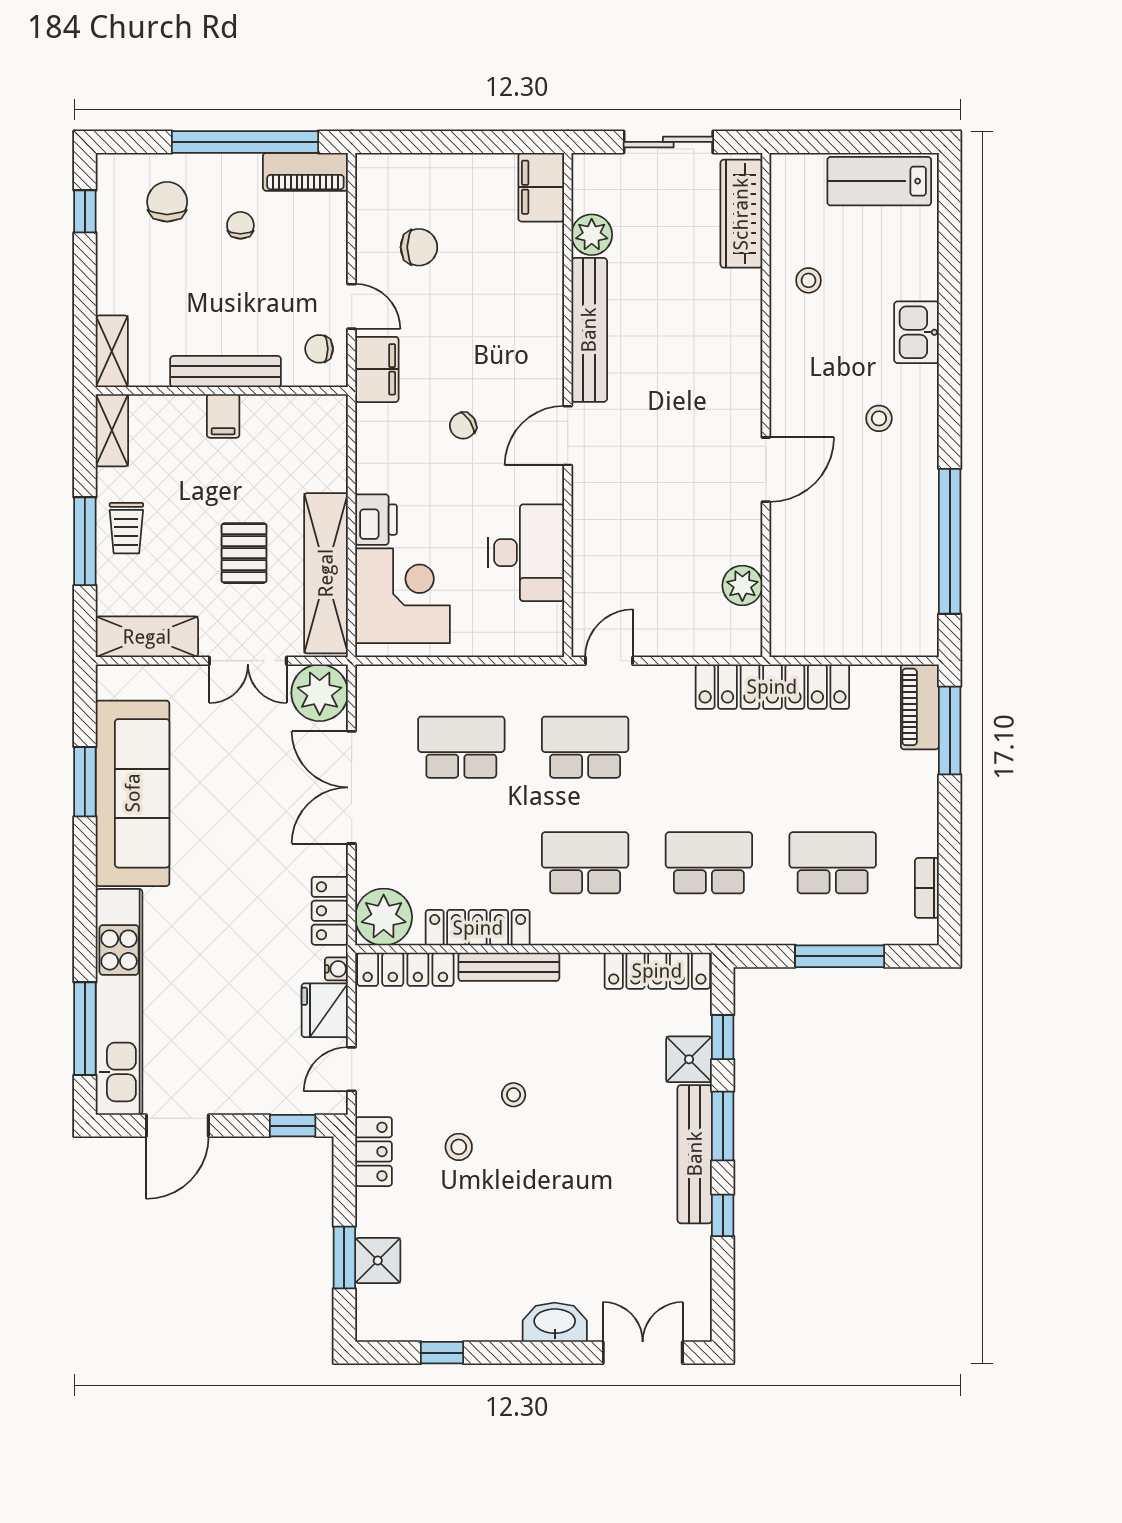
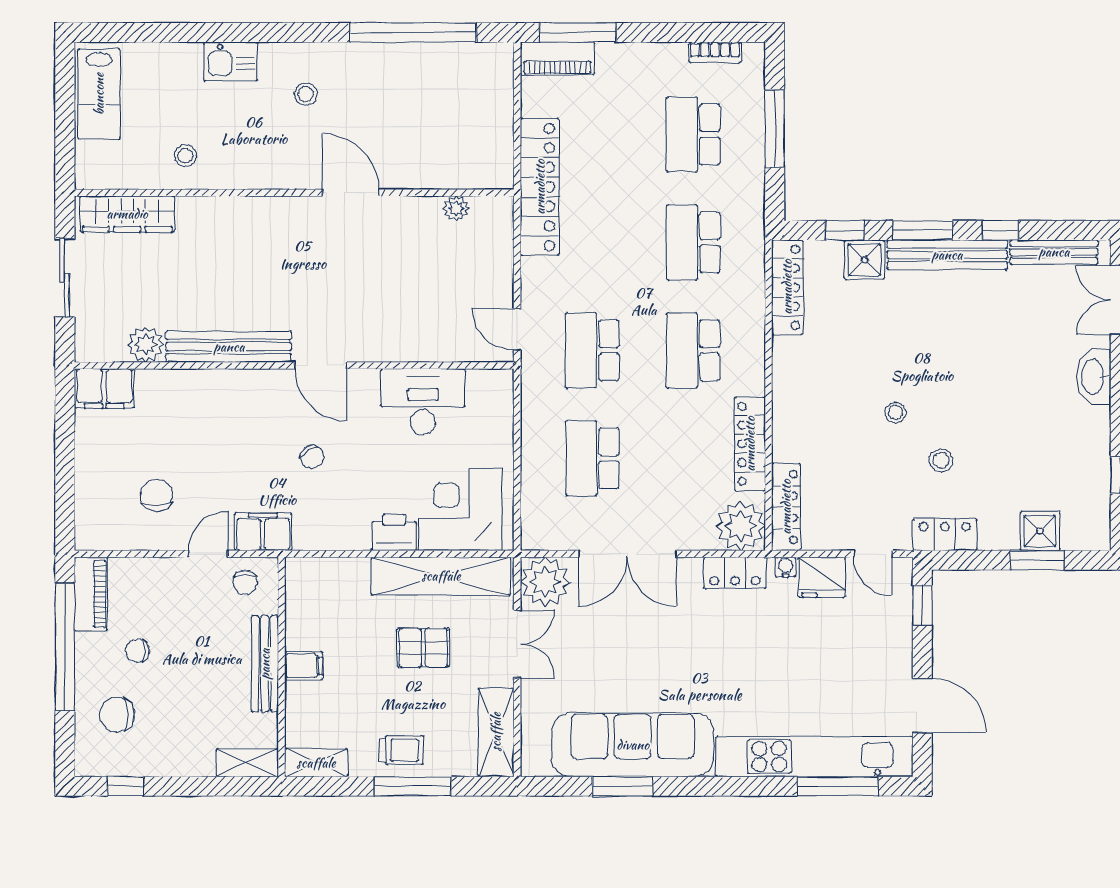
plant: (742, 585) -> (456, 208), width x0.73, depth x0.73
bench: (509, 967) -> (1054, 252), moved, turned 90

